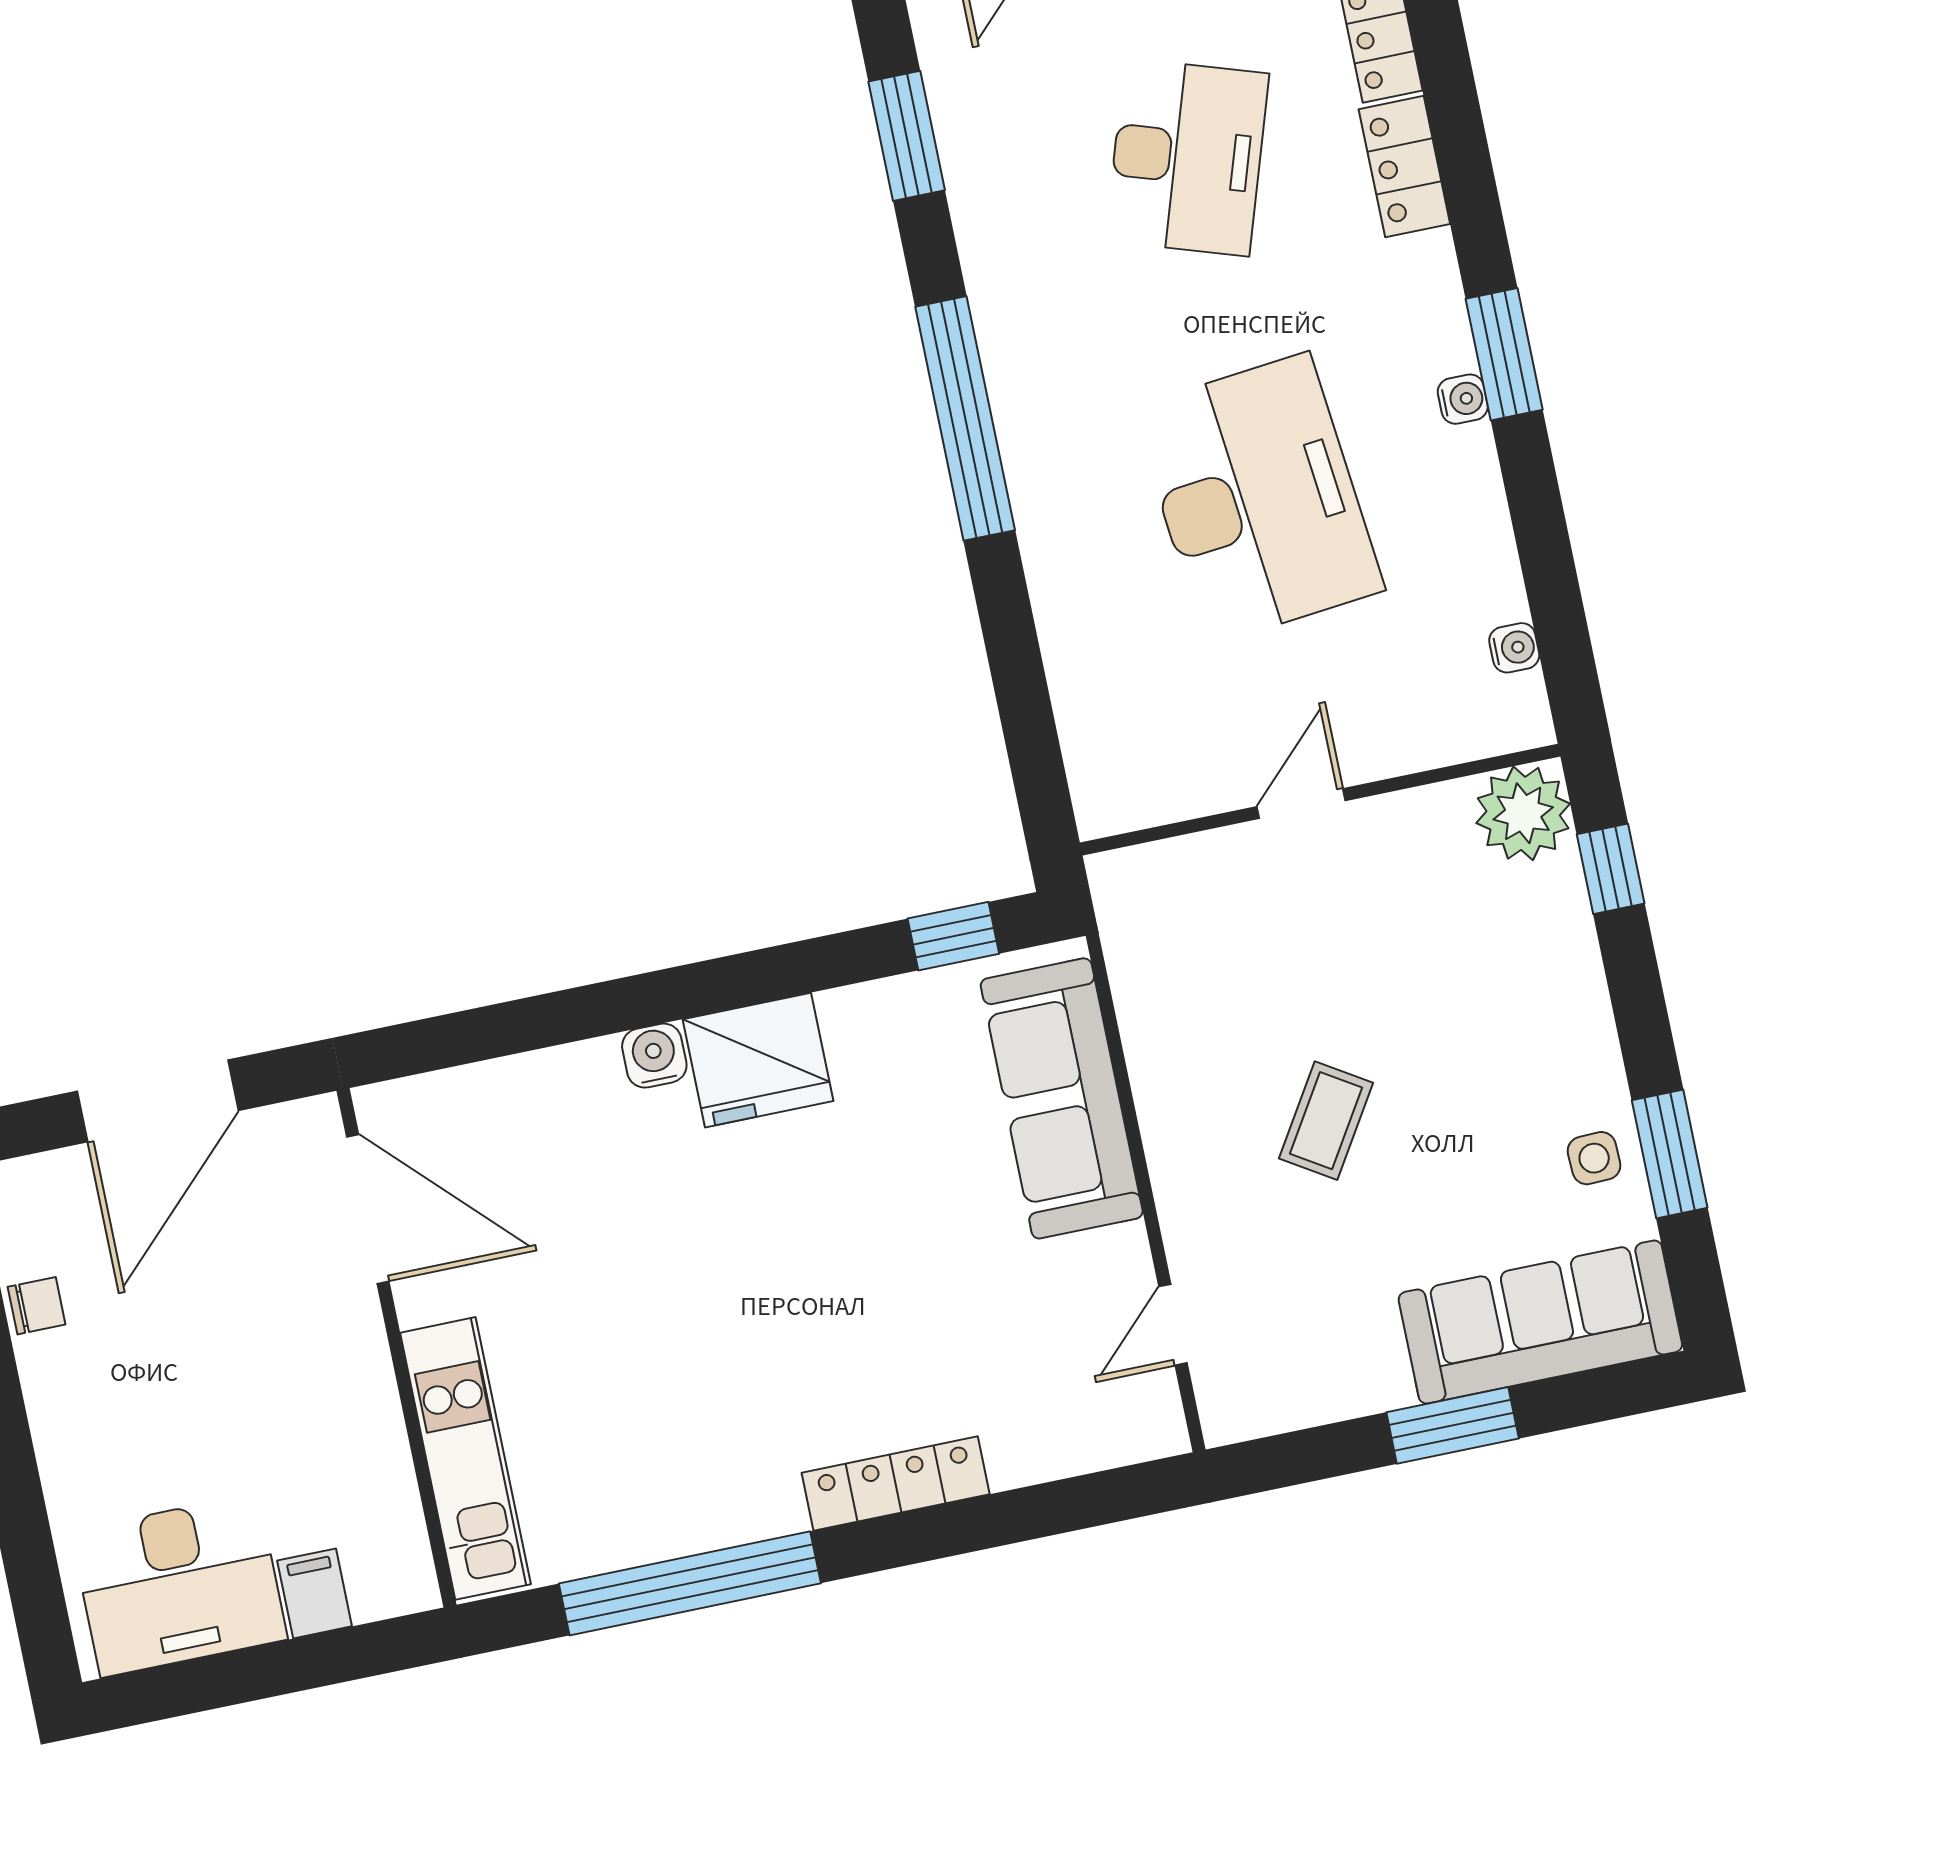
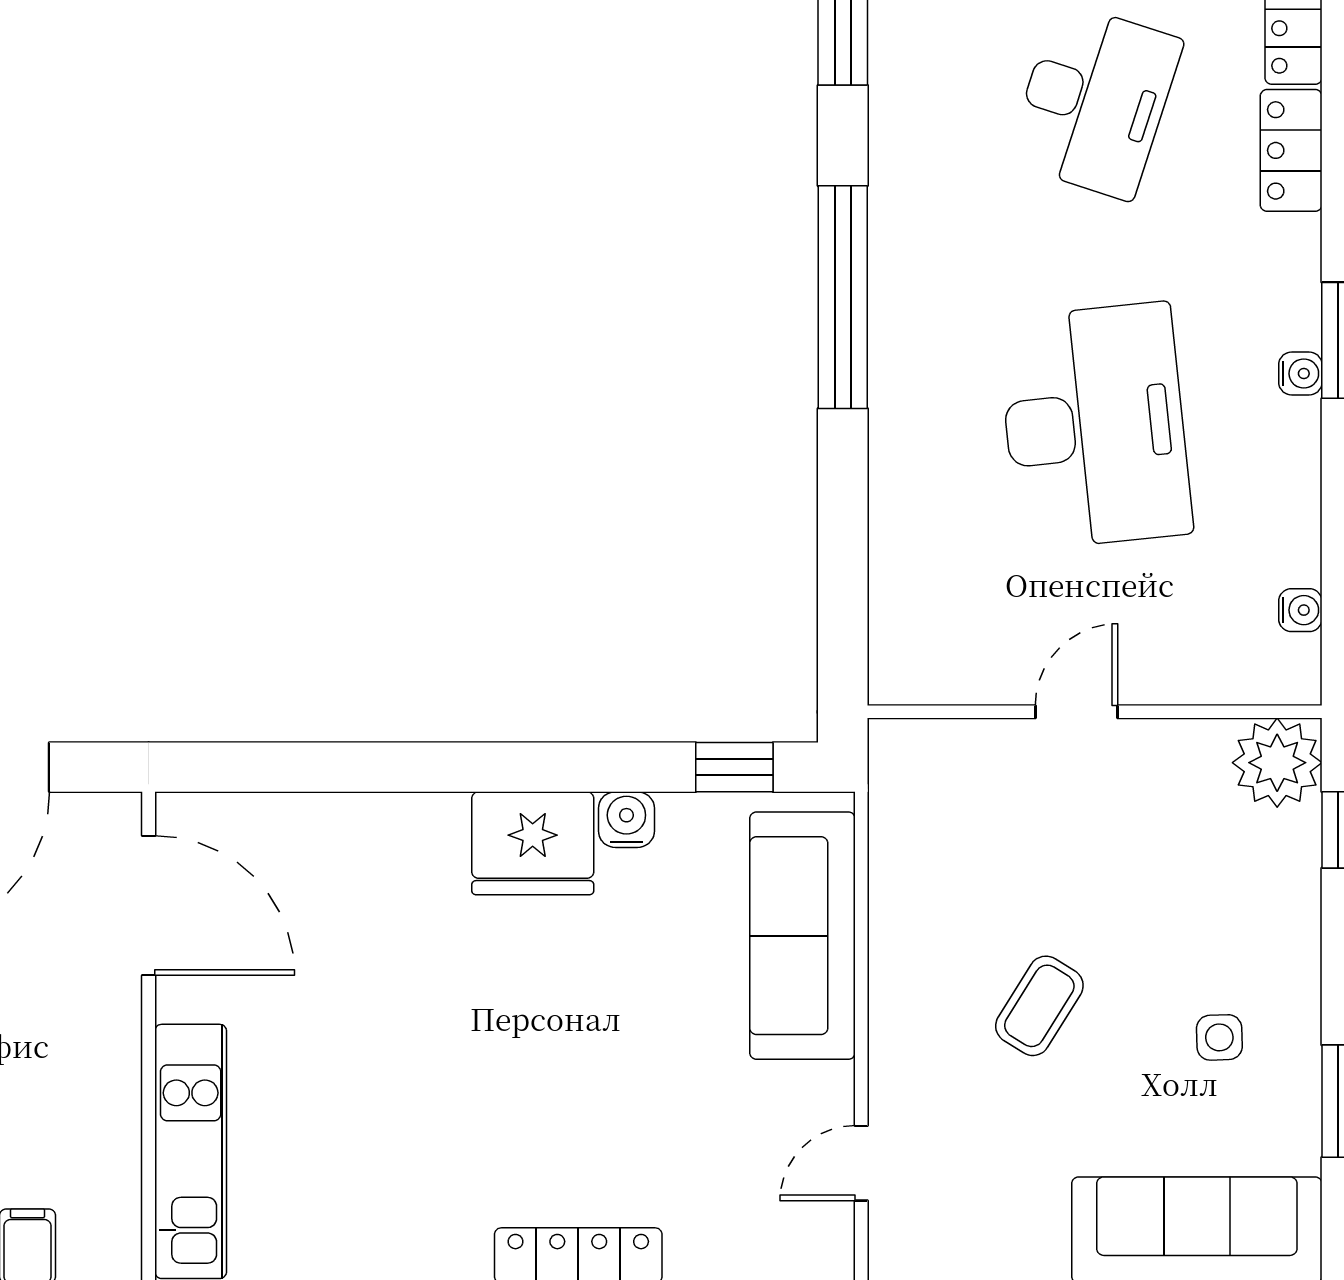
water cooler: (654, 1056) -> (626, 820), moved
side table: (1594, 1158) -> (1219, 1037), moved

